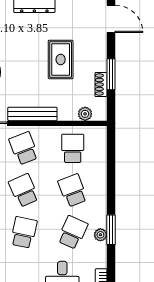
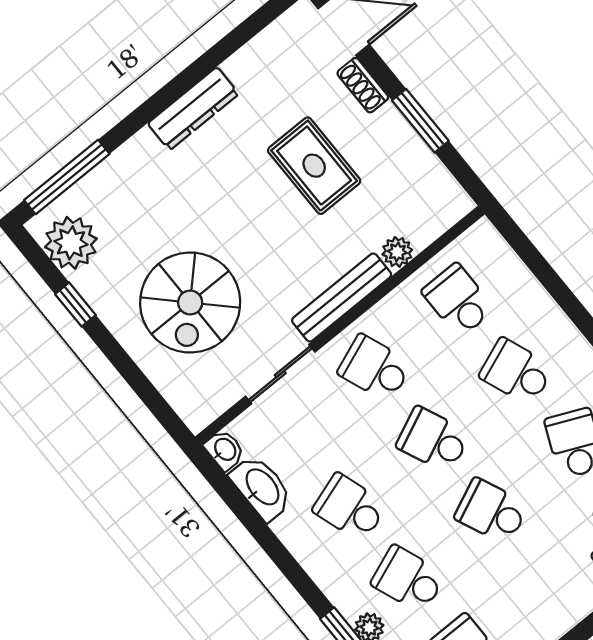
shoe rack: (101, 84) -> (363, 85), moved
plant: (85, 114) -> (397, 252), moved
school desk: (24, 232) -> (491, 511), turned -36

